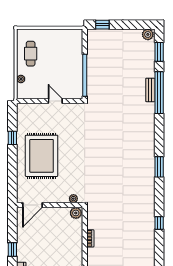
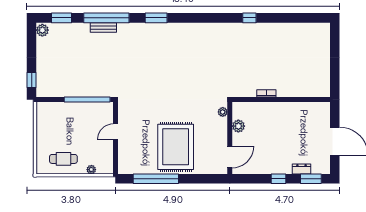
window: (12, 138) -> (156, 179), width x3.17
rug: (42, 156) -> (176, 147), turned 90
window: (159, 167) -> (156, 18), moved
door: (32, 205) -> (230, 157), hinge flipped
plant: (76, 213) -> (238, 126), moved

